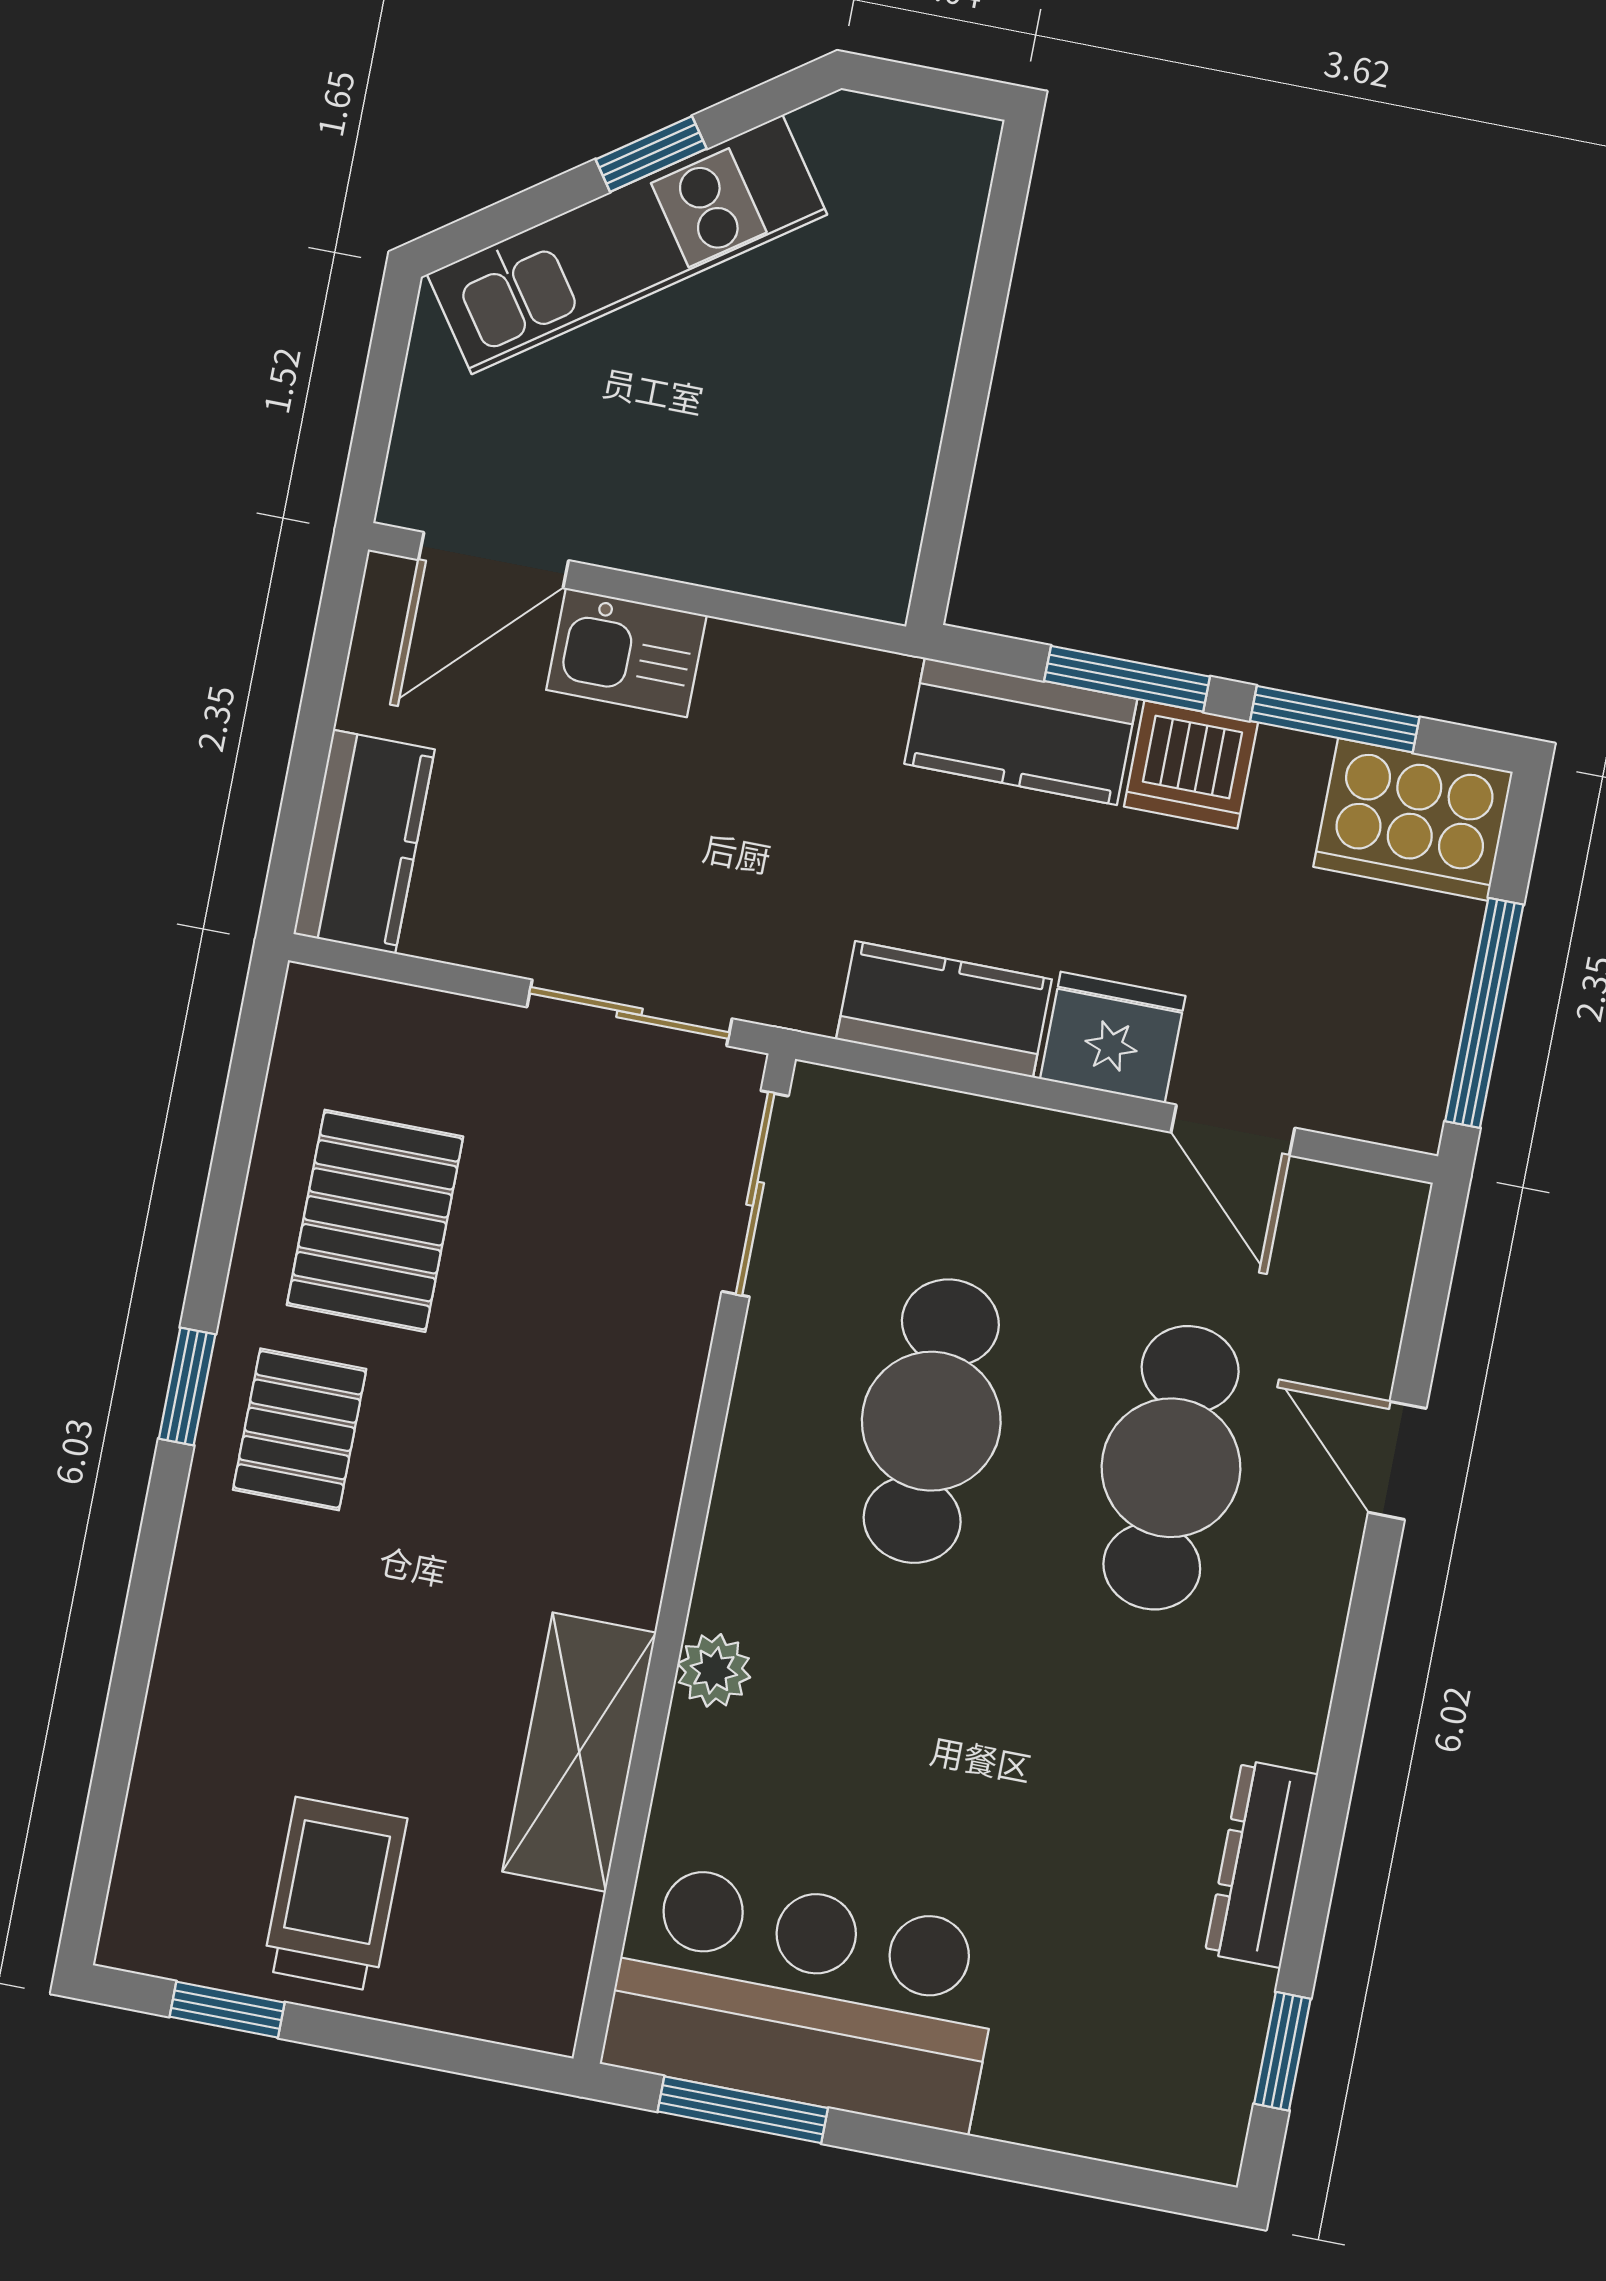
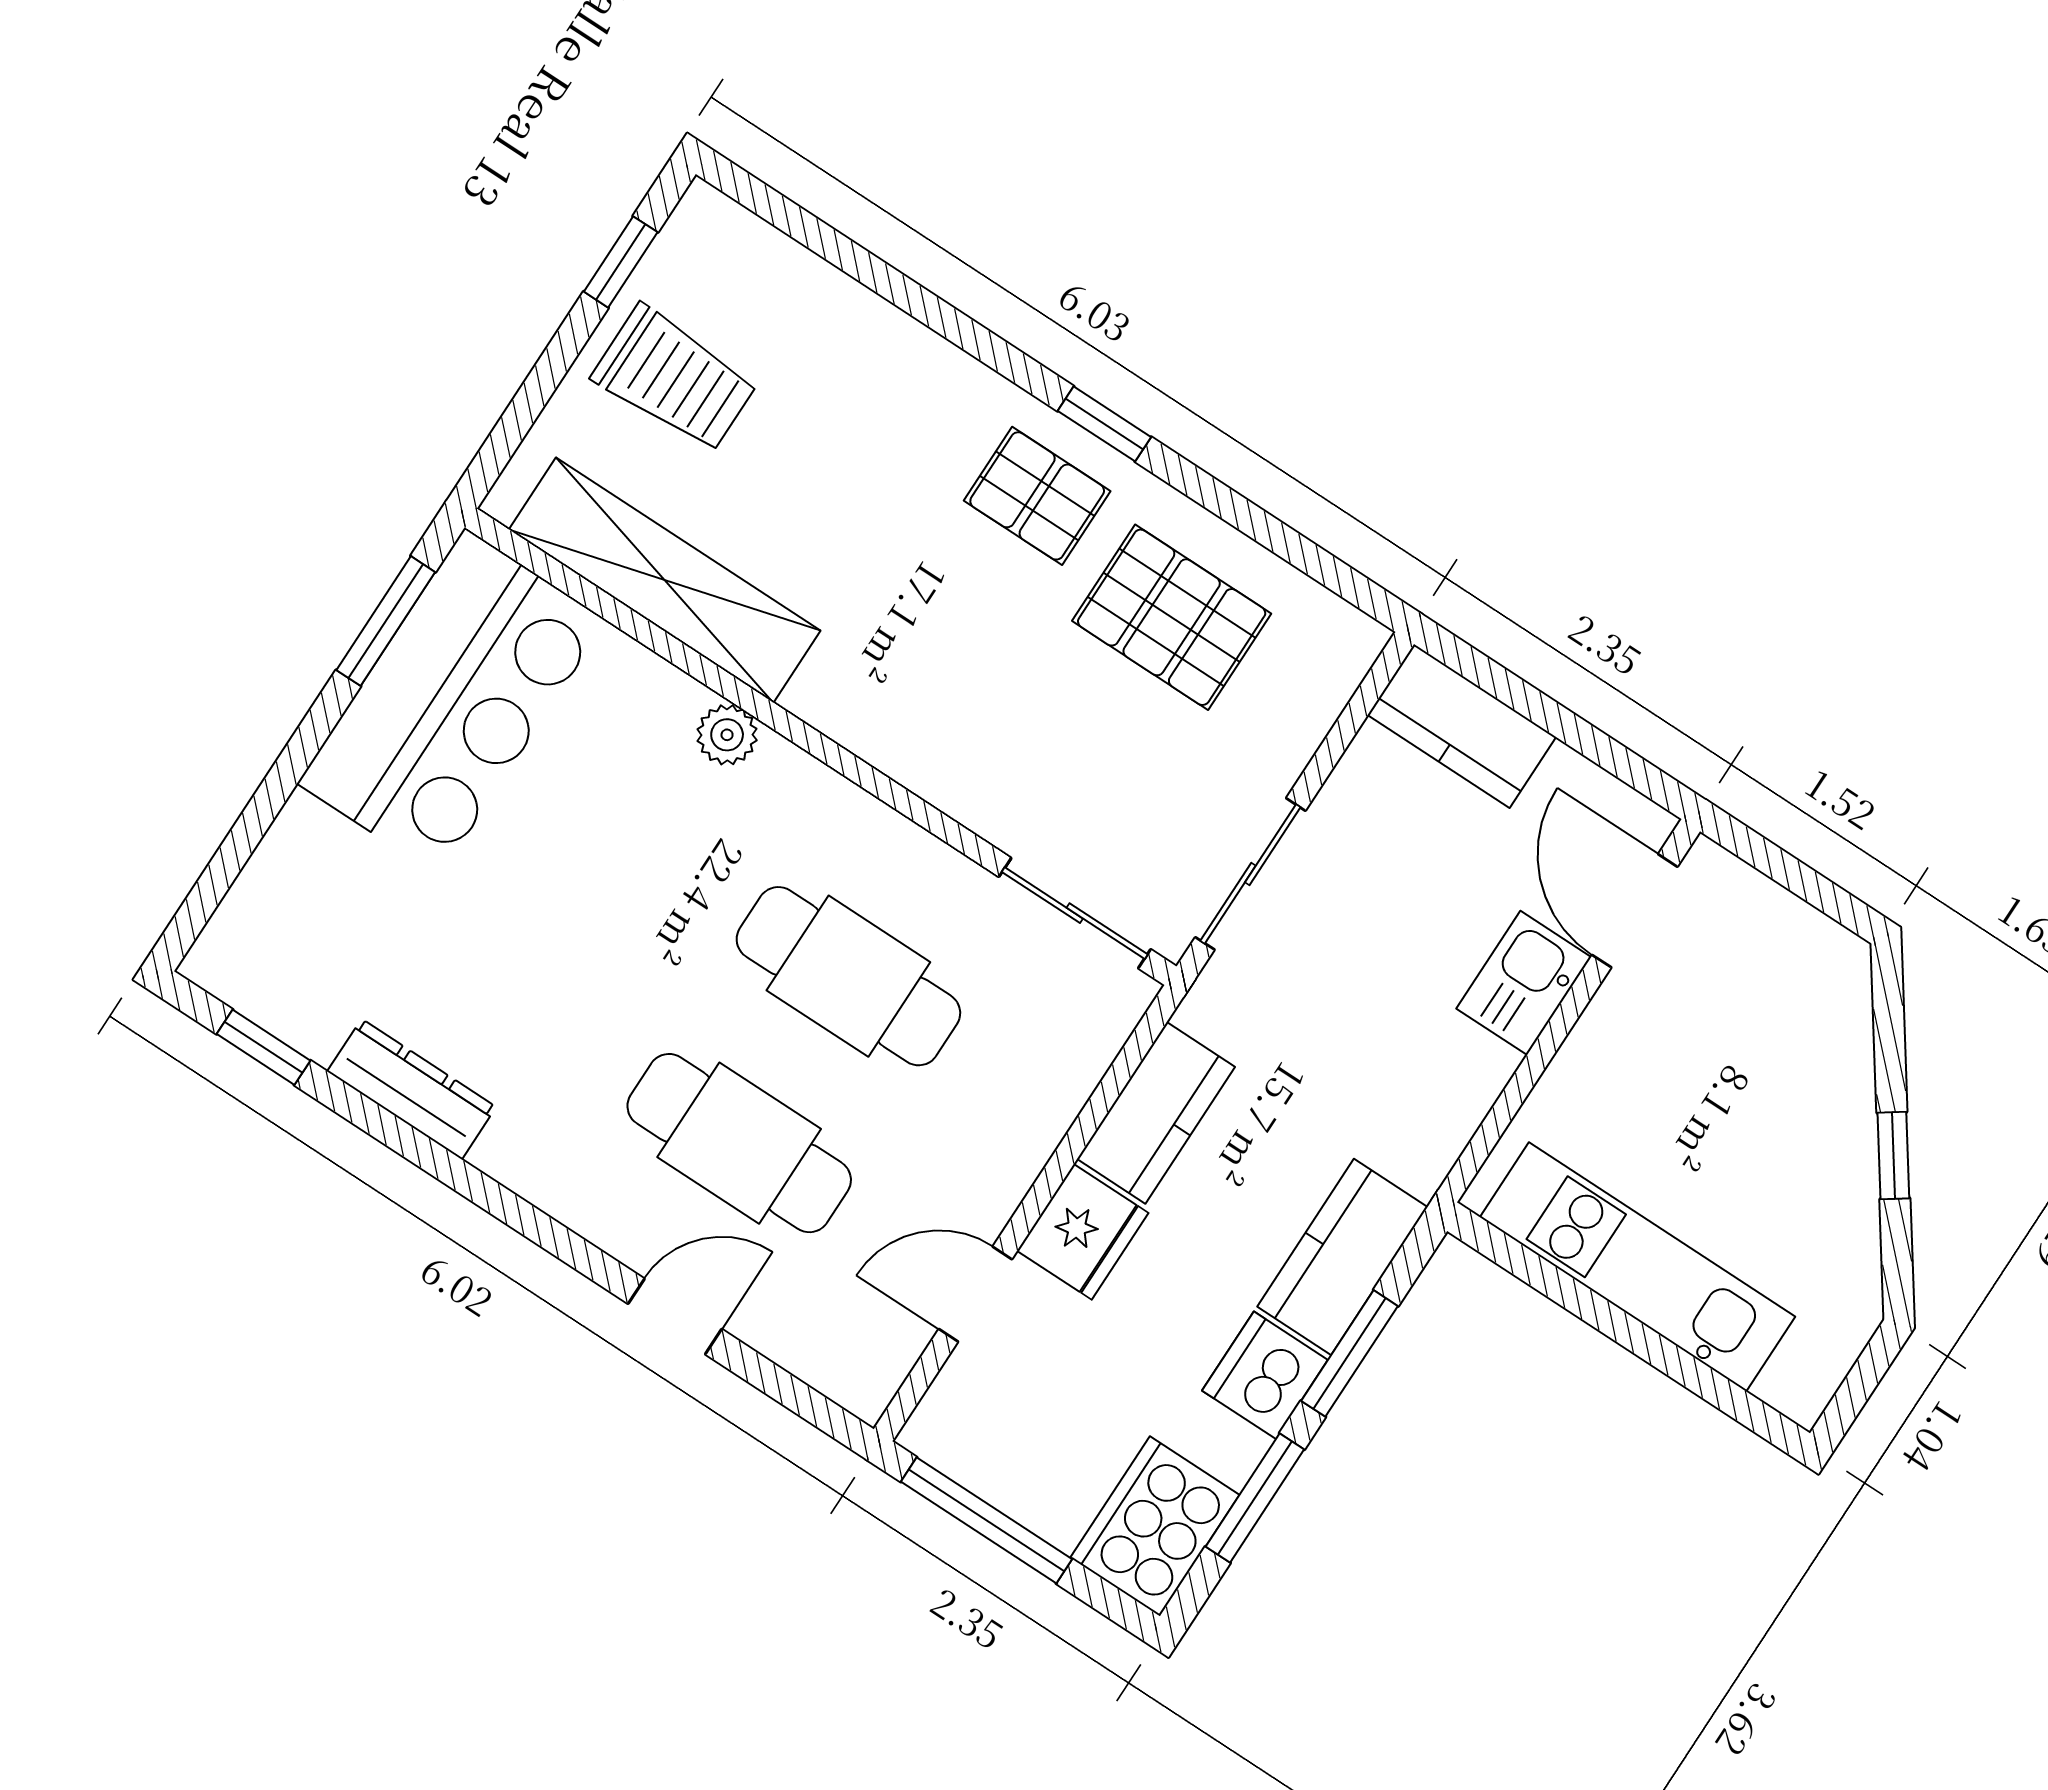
kitchen unit: (627, 244) -> (1637, 1267), moved, turned 125
shelving: (579, 1752) -> (665, 580), width x1.47

